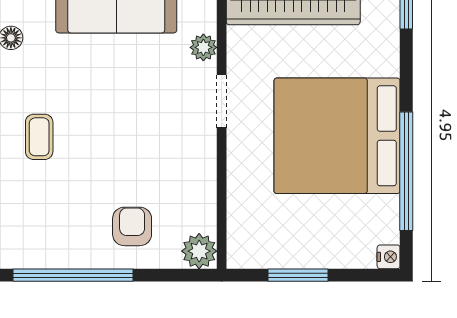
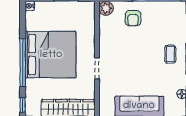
plant: (203, 47) -> (104, 90), removed
window: (406, 171) -> (23, 63), moved

